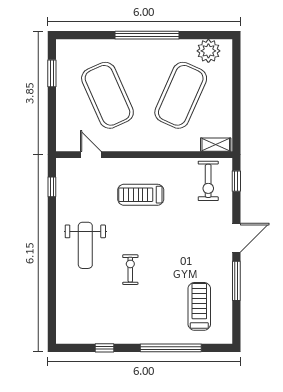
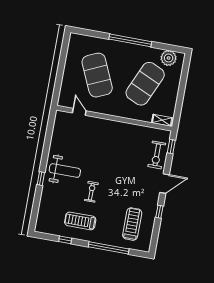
window: (52, 73) -> (63, 54), removed
exercise bike: (208, 181) -> (157, 155), moved
window: (52, 187) -> (41, 179), moved
treadmill: (141, 195) -> (80, 221), moved
weight bench: (85, 245) -> (65, 171), turned -90
window: (236, 281) -> (159, 212), width x0.46

